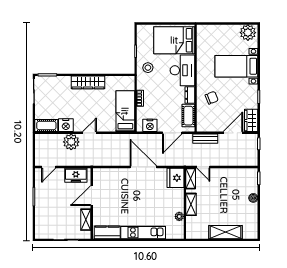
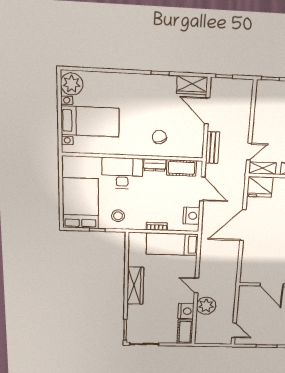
bed: (174, 40) -> (80, 203), moved, turned 180
bed with nightstands: (236, 66) -> (90, 121), moved, turned -90
freezer: (76, 175) -> (246, 302), removed

